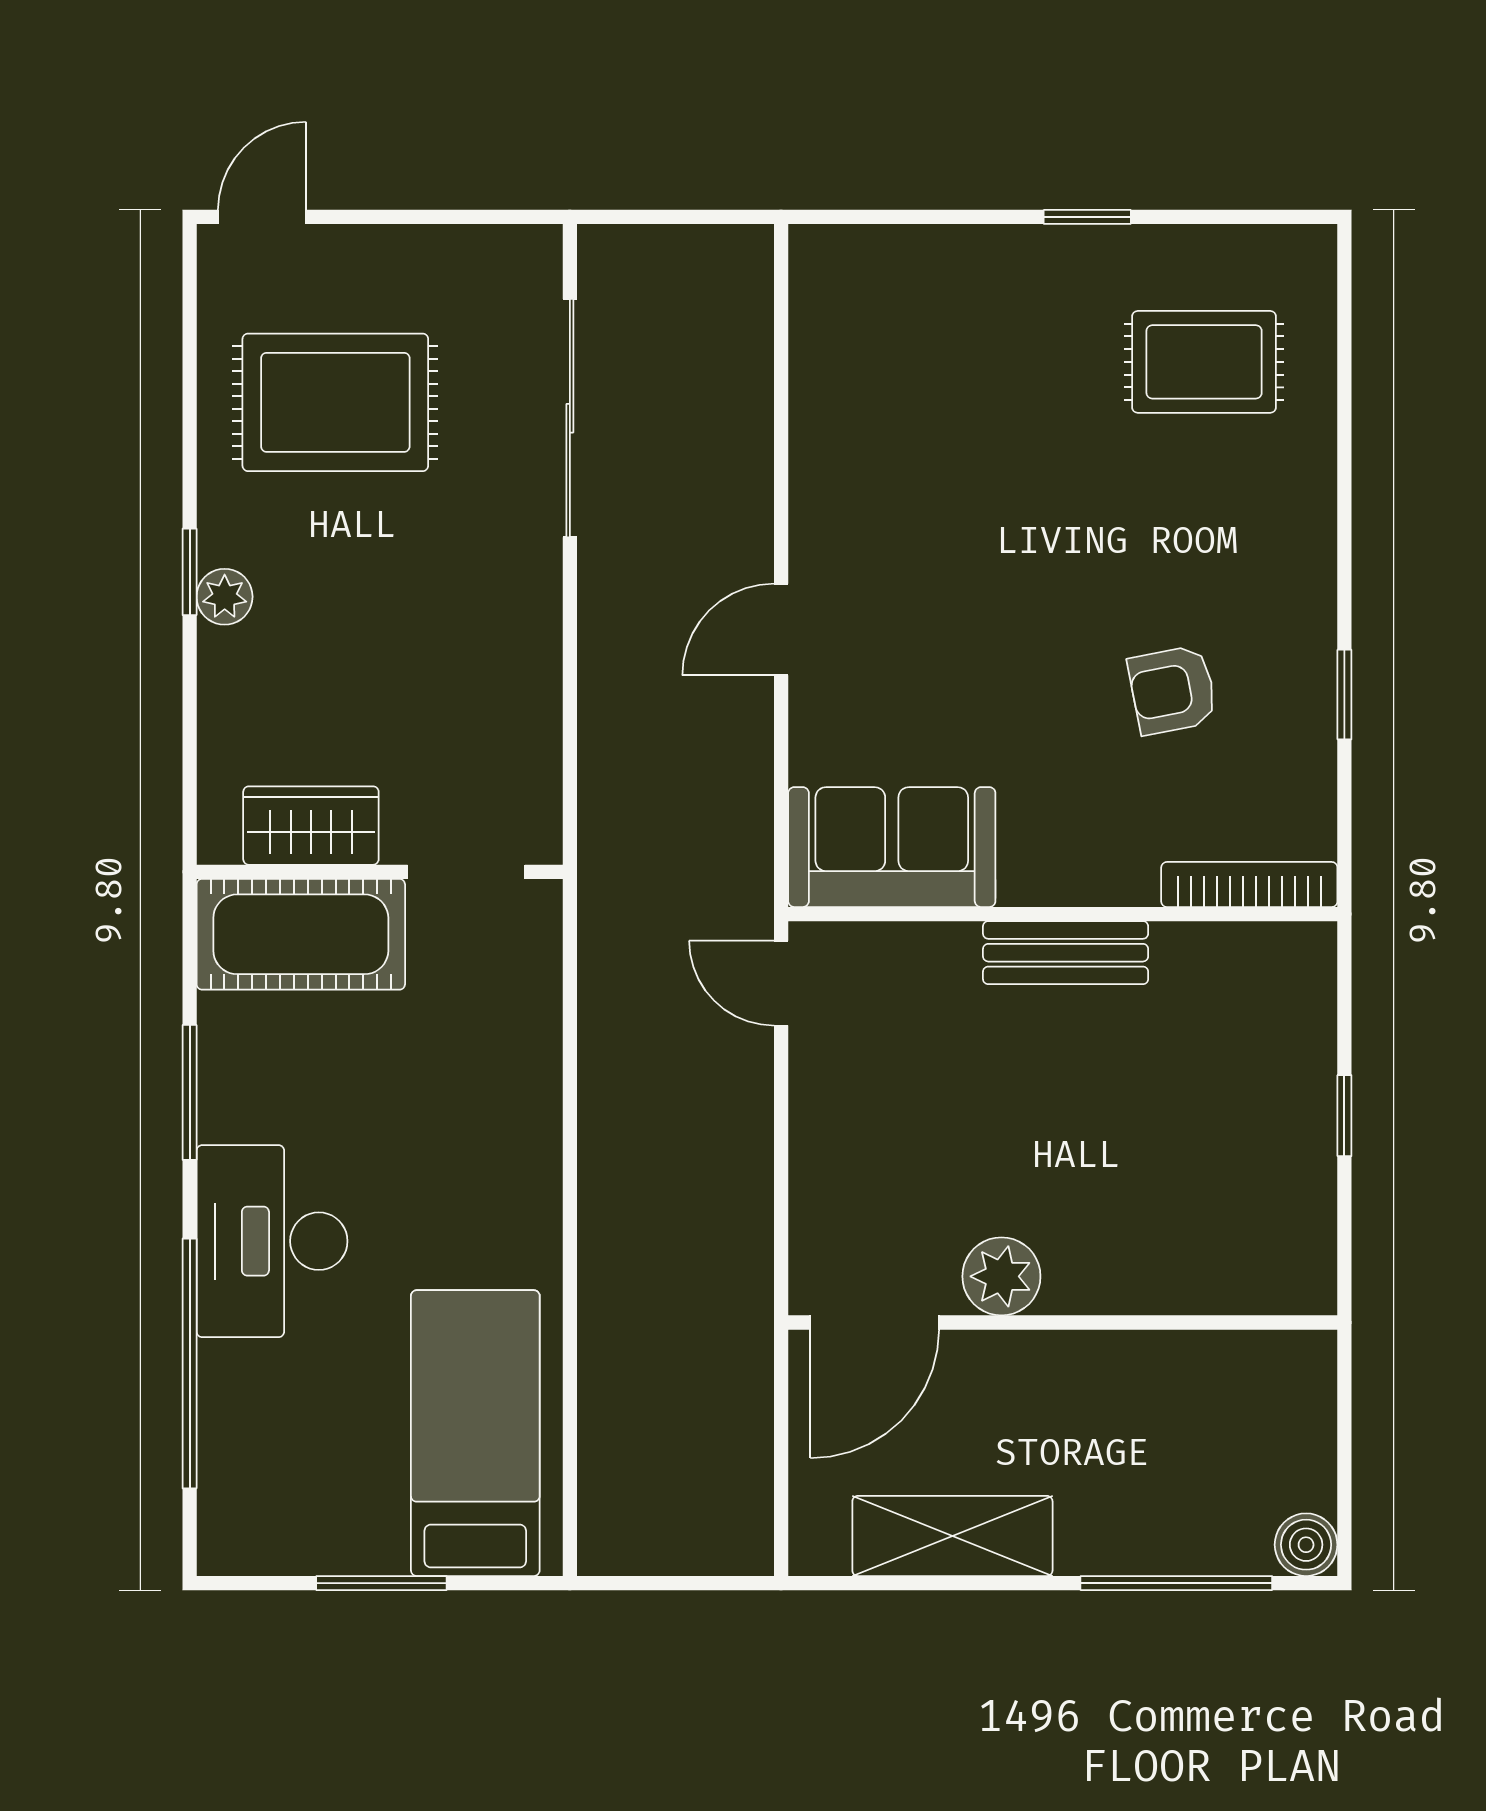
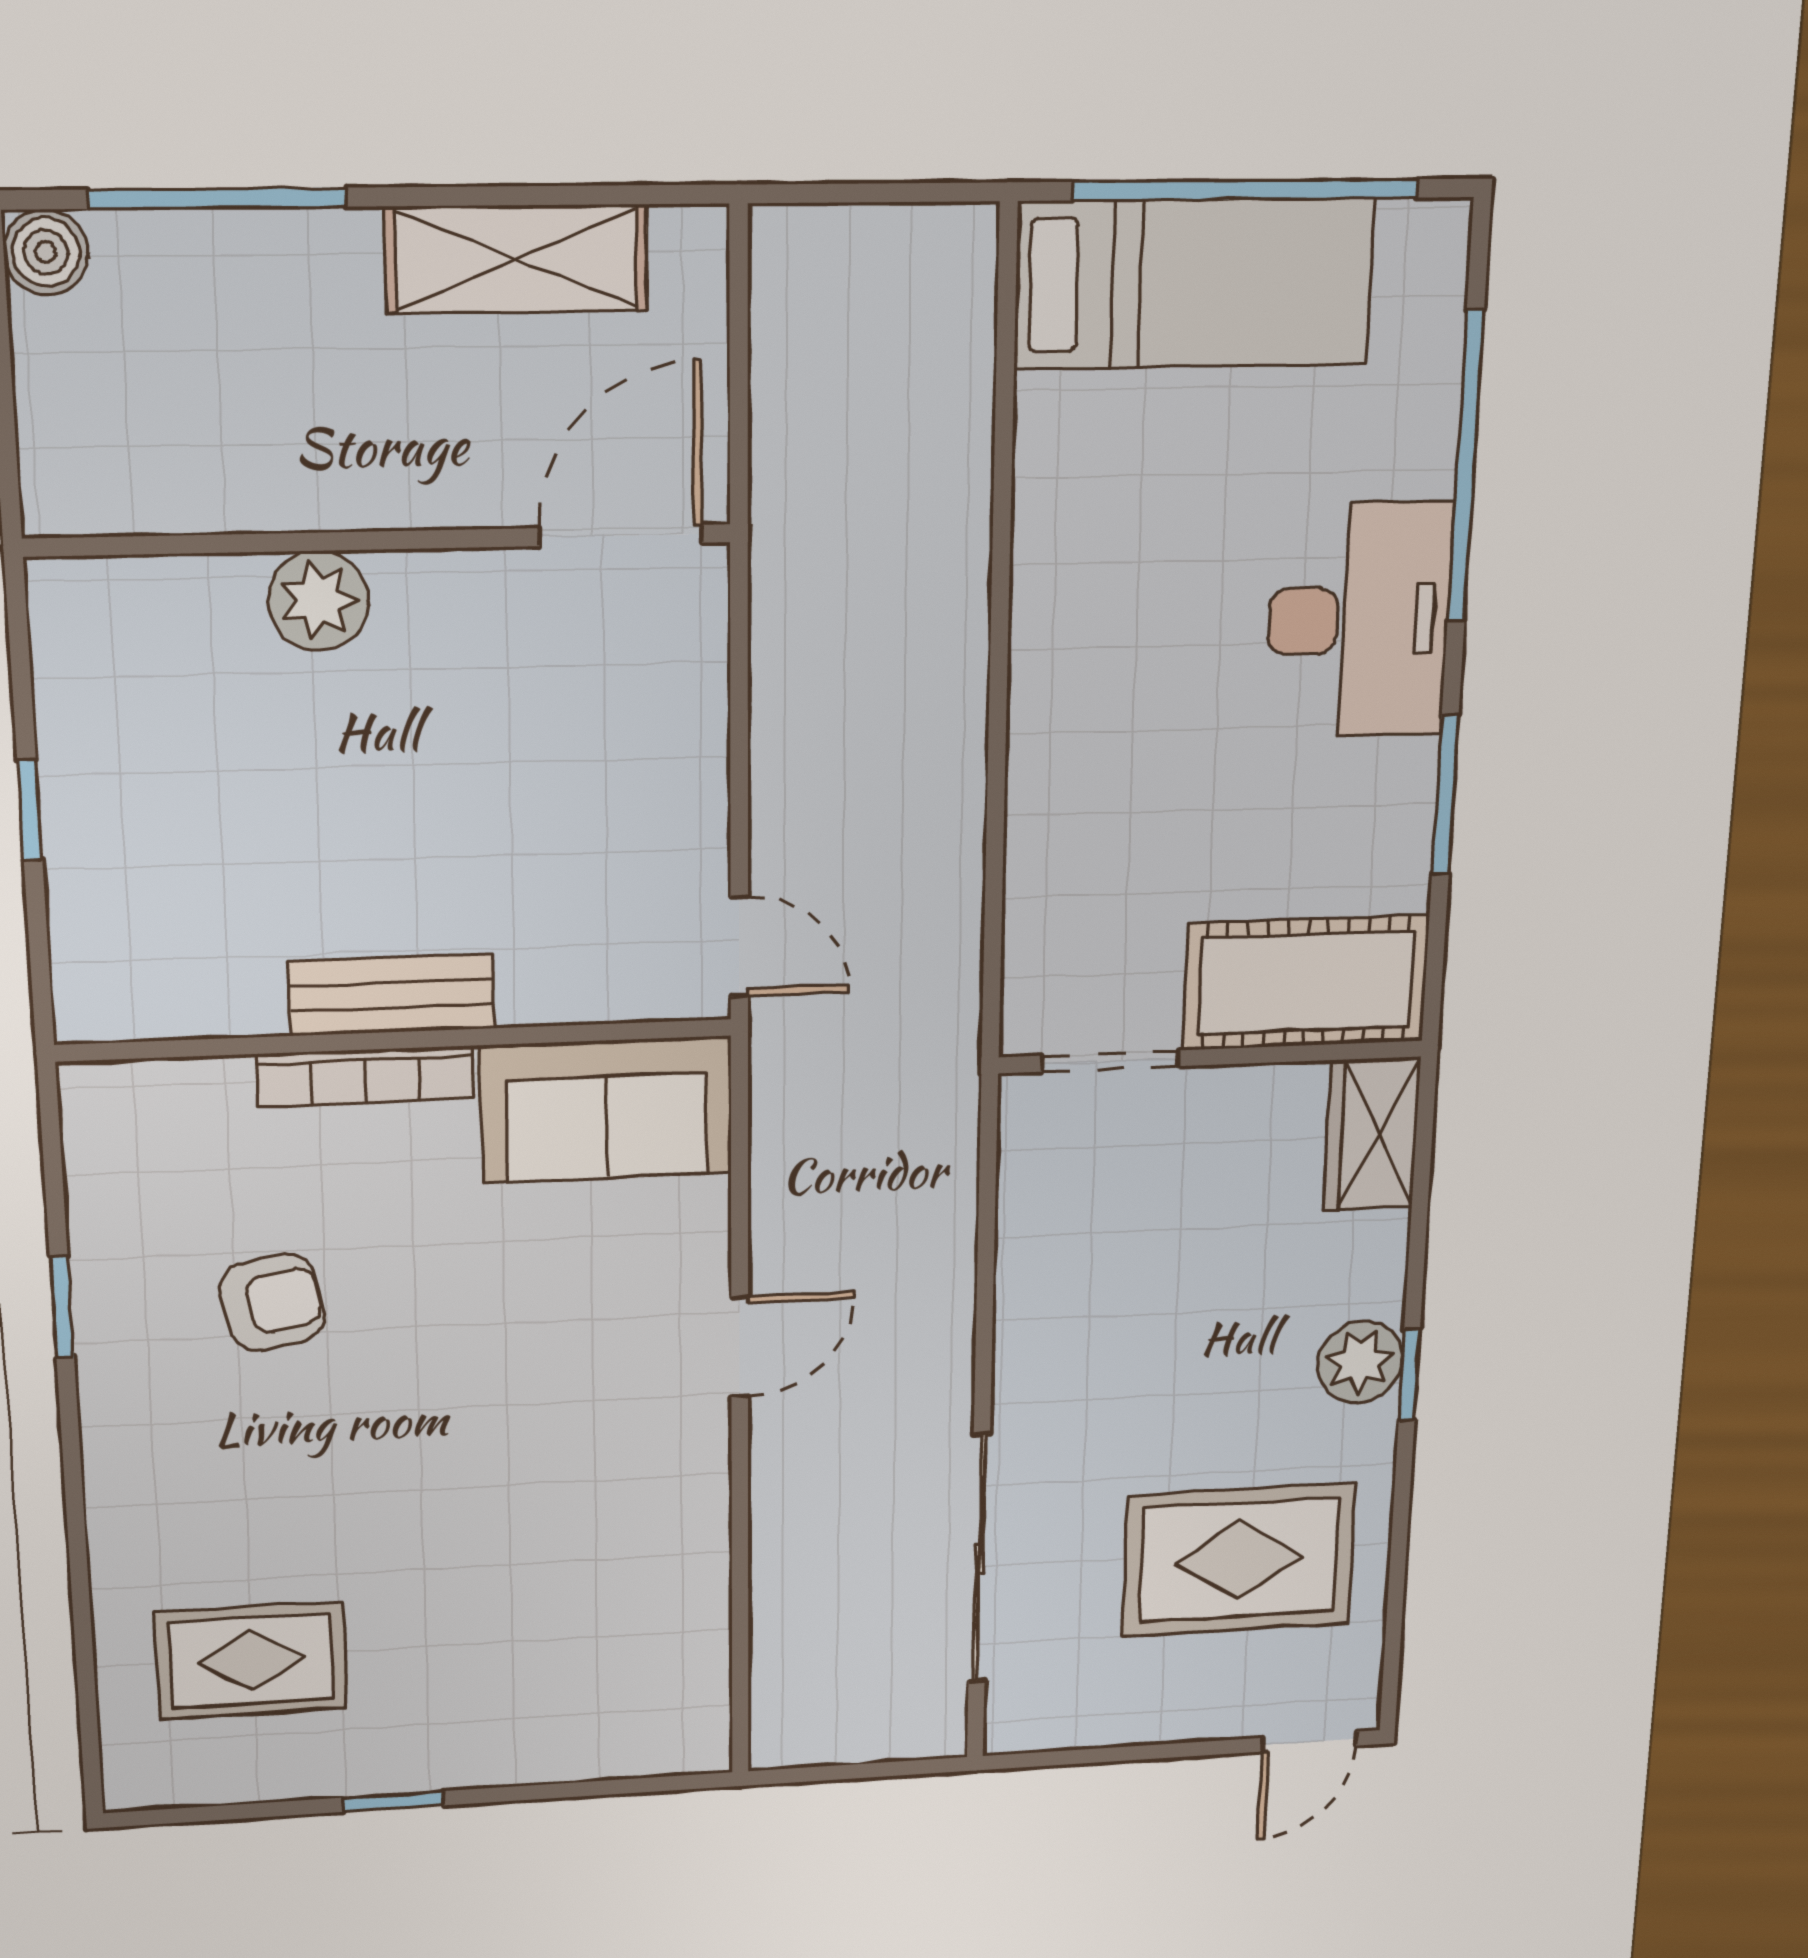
plant: (225, 597) -> (1360, 1362), width x1.38, depth x1.38
wardrobe: (311, 826) -> (1372, 1134), moved, turned 90
bookcase: (1249, 884) -> (365, 1076), moved
plant: (1001, 1276) -> (318, 601), moved
bed: (475, 1433) -> (1194, 283), moved, turned -90
window: (381, 1583) -> (1246, 190), width x2.11

